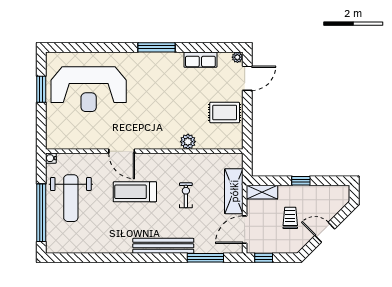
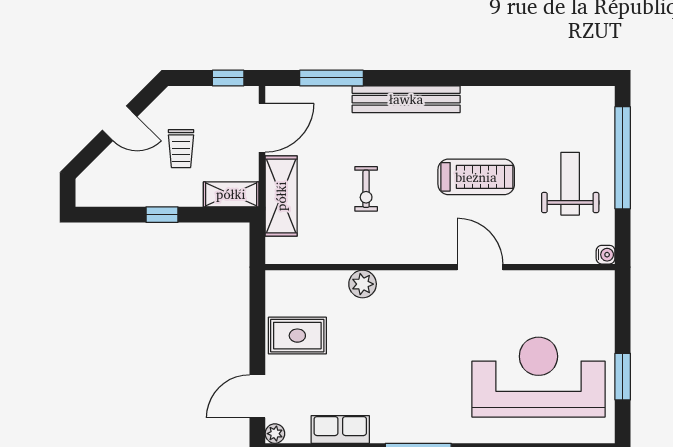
treadmill: (135, 192) -> (476, 177), moved
weight bench: (71, 198) -> (570, 184), width x0.73, depth x0.75

